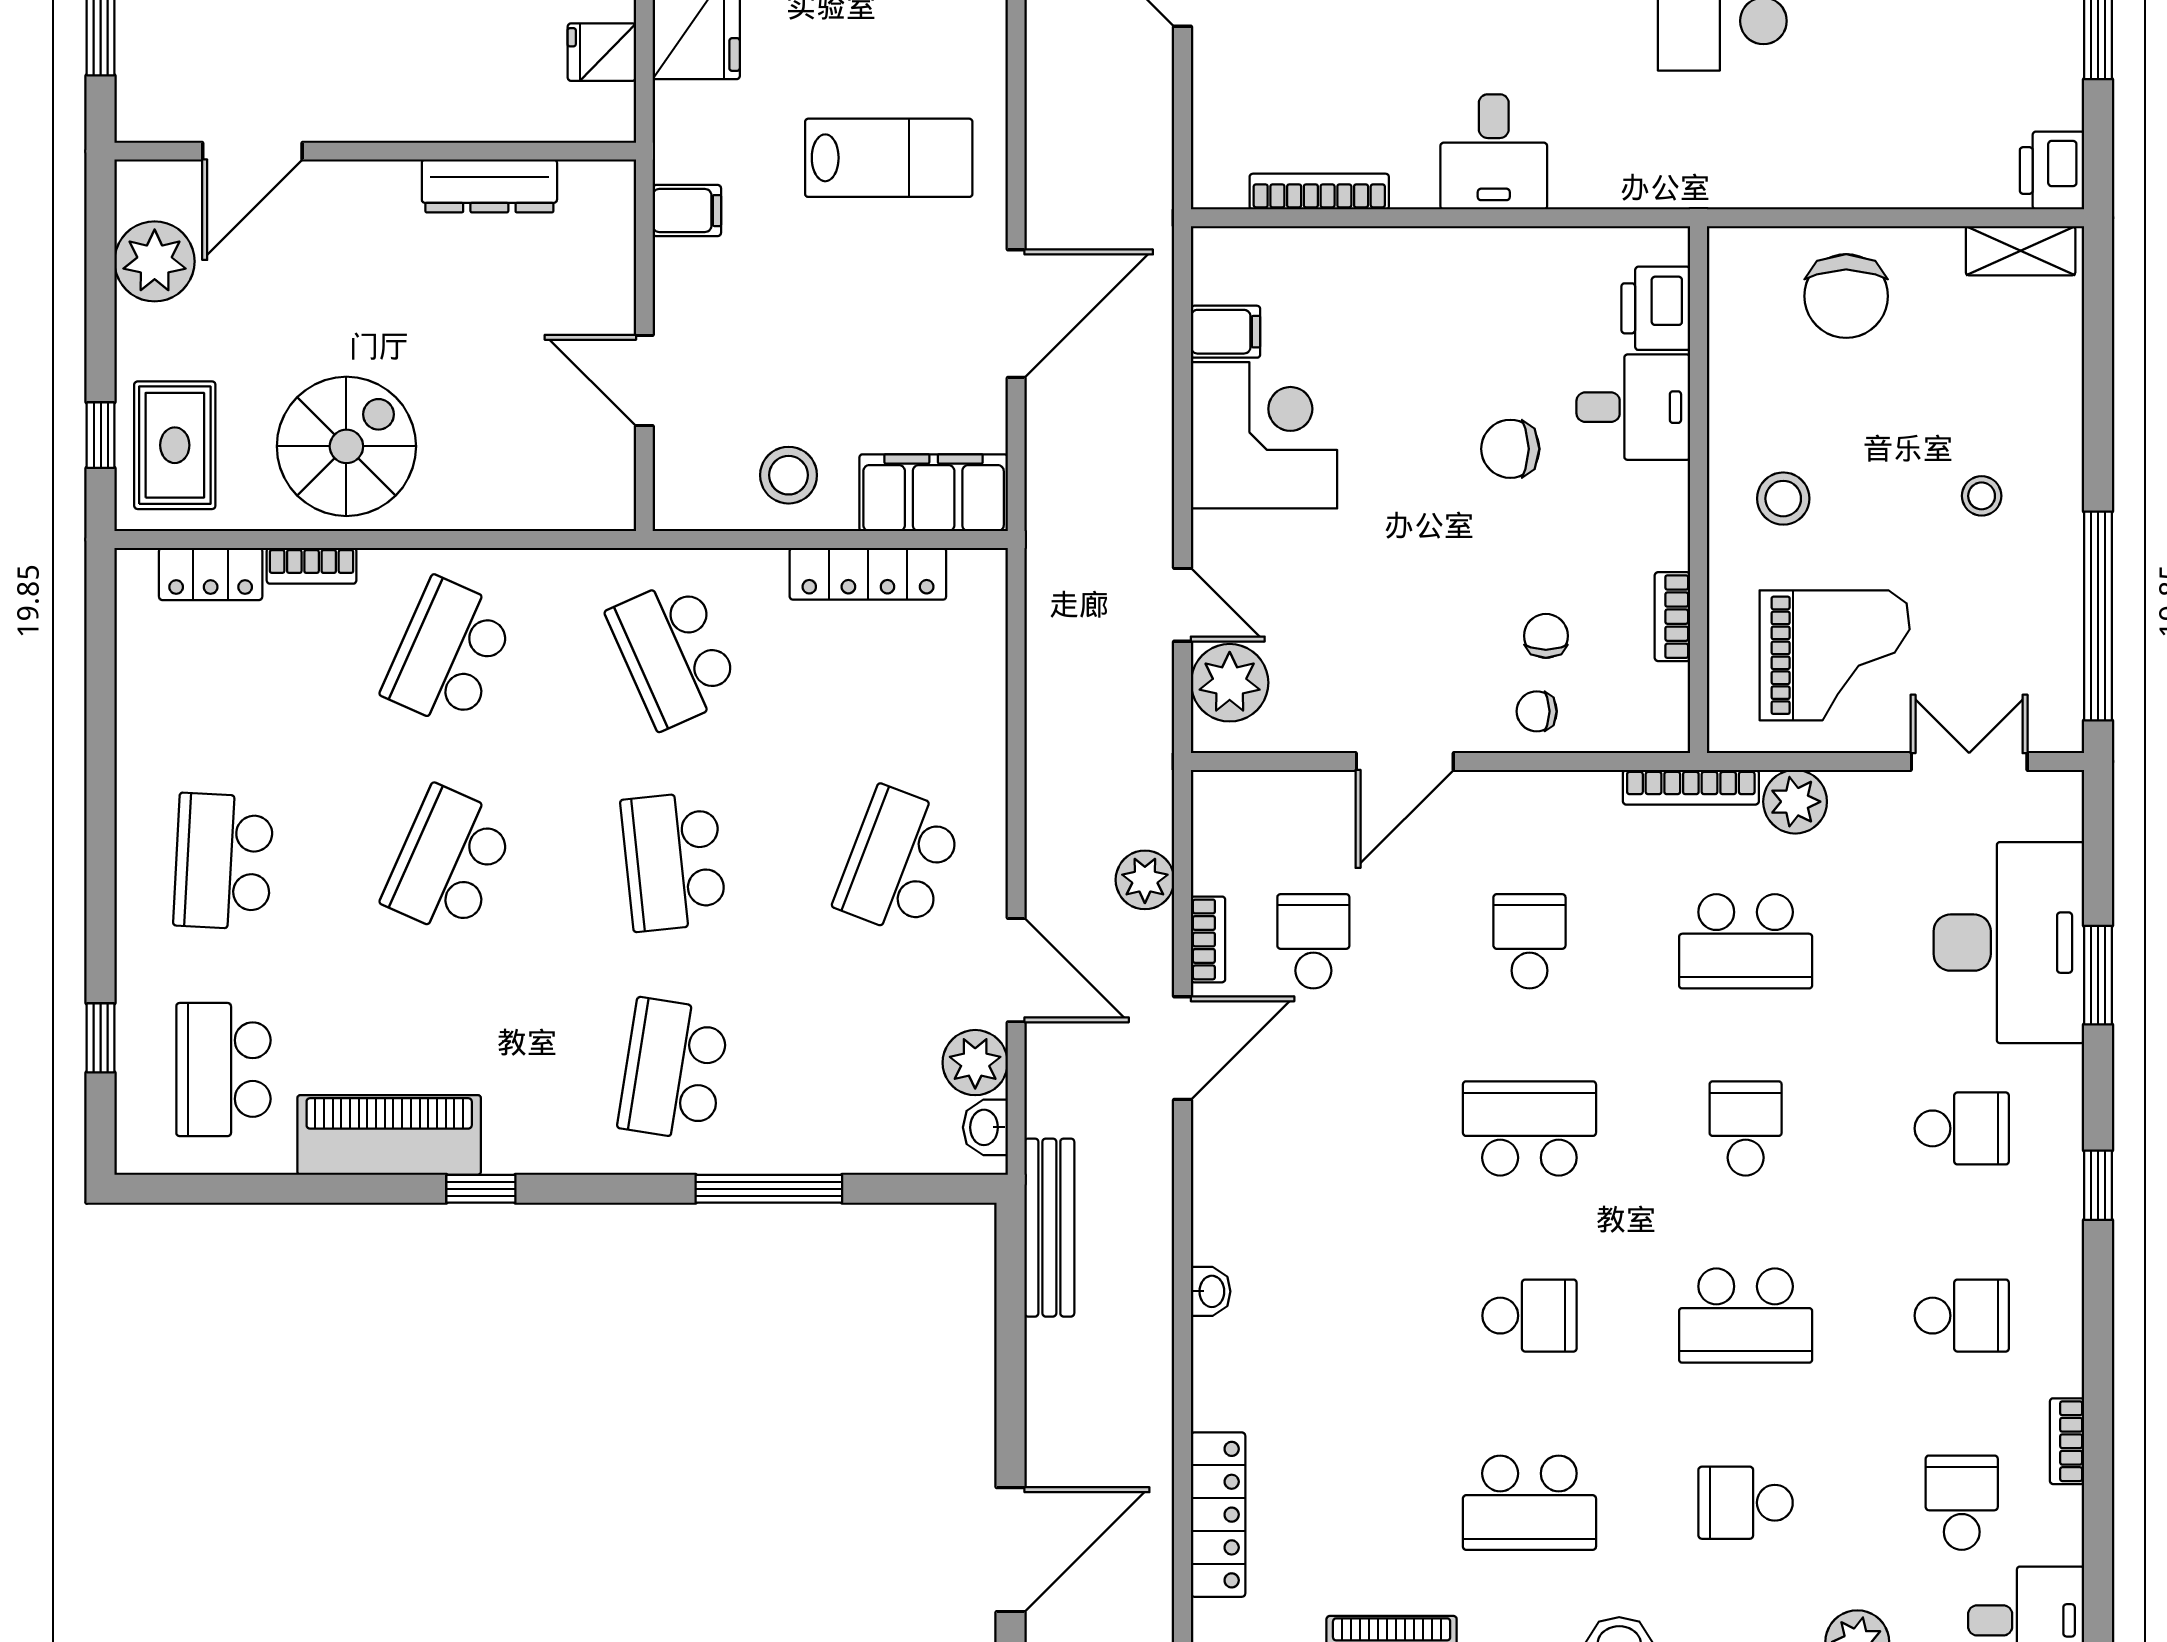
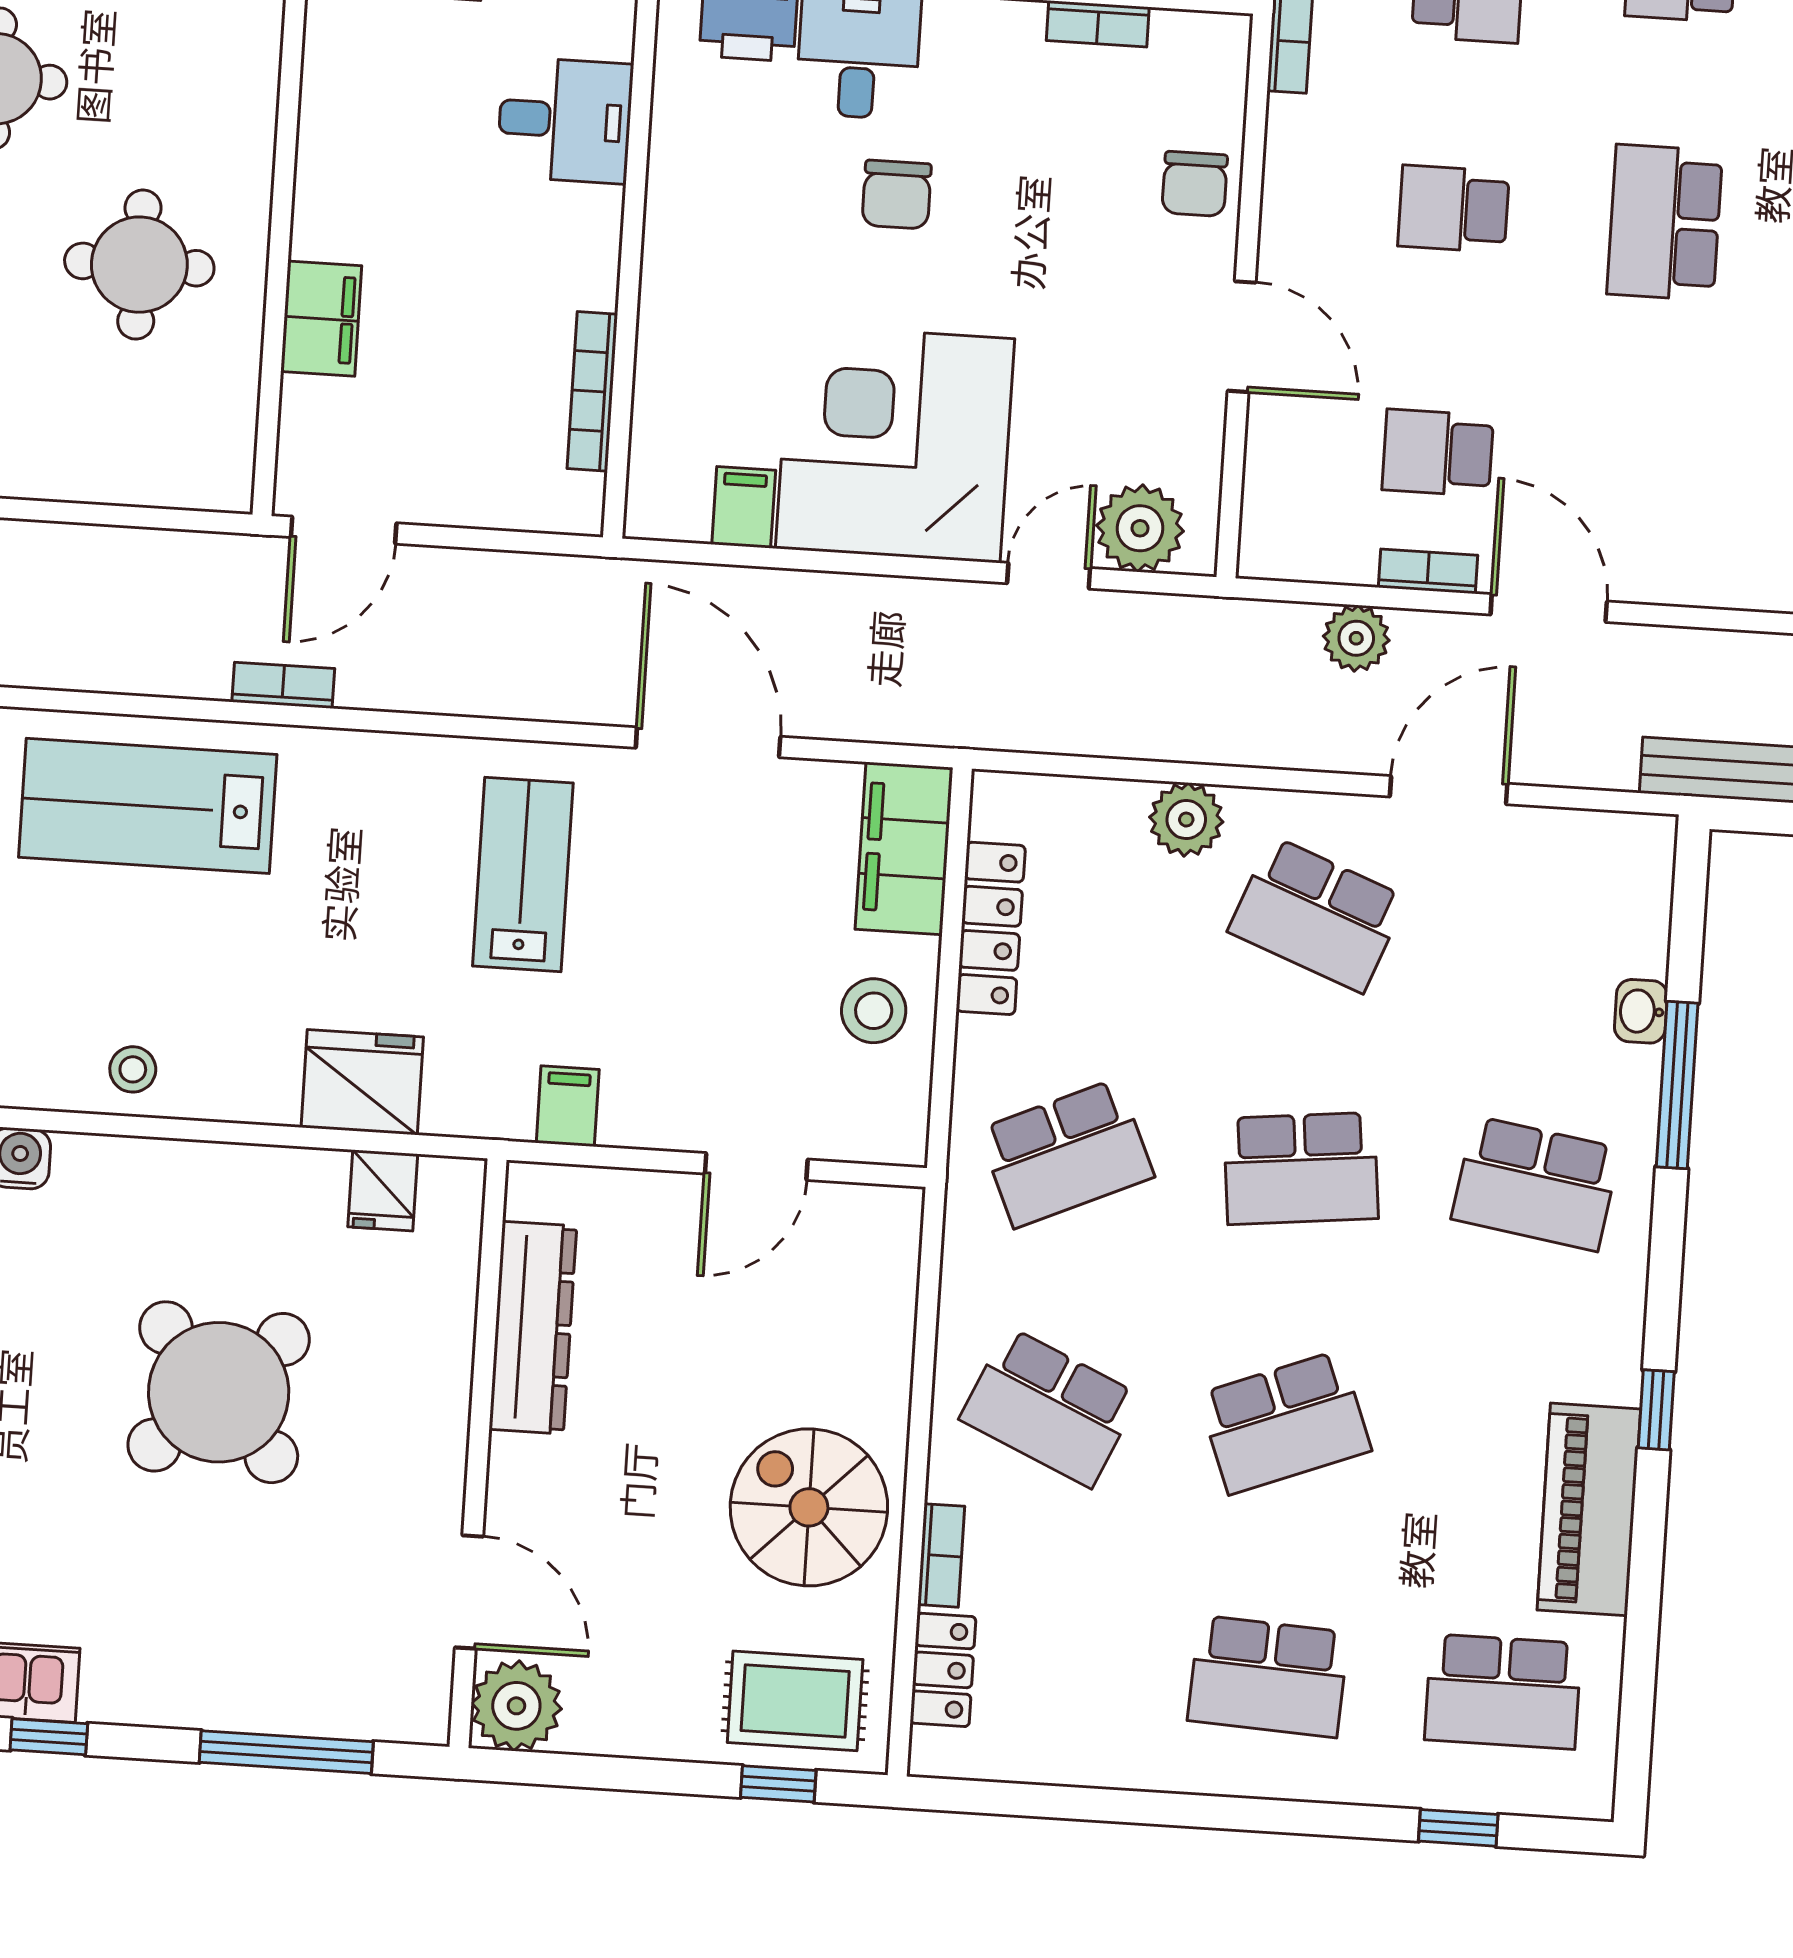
desk: (1494, 152) -> (565, 120), moved
dresser: (489, 186) -> (533, 1328), width x1.37, depth x1.24
plant: (155, 261) -> (516, 1706), moved
corner desk: (1264, 435) -> (895, 444), width x1.36, depth x1.36
chair: (1546, 636) -> (1110, 168), removed
chair: (1537, 711) -> (1195, 184), width x1.37, depth x1.37
school desk: (449, 861) -> (1285, 1422), turned -45
plant: (975, 1063) -> (1186, 820), moved
washbasin: (985, 1127) -> (1641, 1011), moved, turned 90

